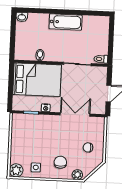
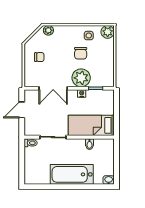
bathtub: (66, 22) -> (72, 174), width x1.36, depth x1.36
bed: (37, 80) -> (91, 125), width x0.67
plant: (46, 124) -> (81, 78), added
chair: (60, 162) -> (81, 53), moved

